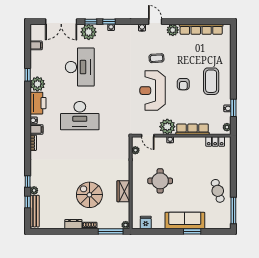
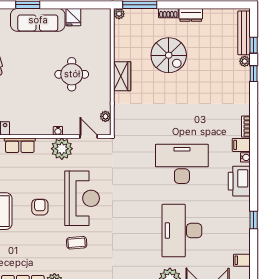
plant: (37, 84) -> (240, 207), removed
row of seats: (193, 129) -> (20, 145), width x0.68
wardrobe: (123, 191) -> (122, 76), moved
fridge: (146, 223) -> (73, 17), moved

